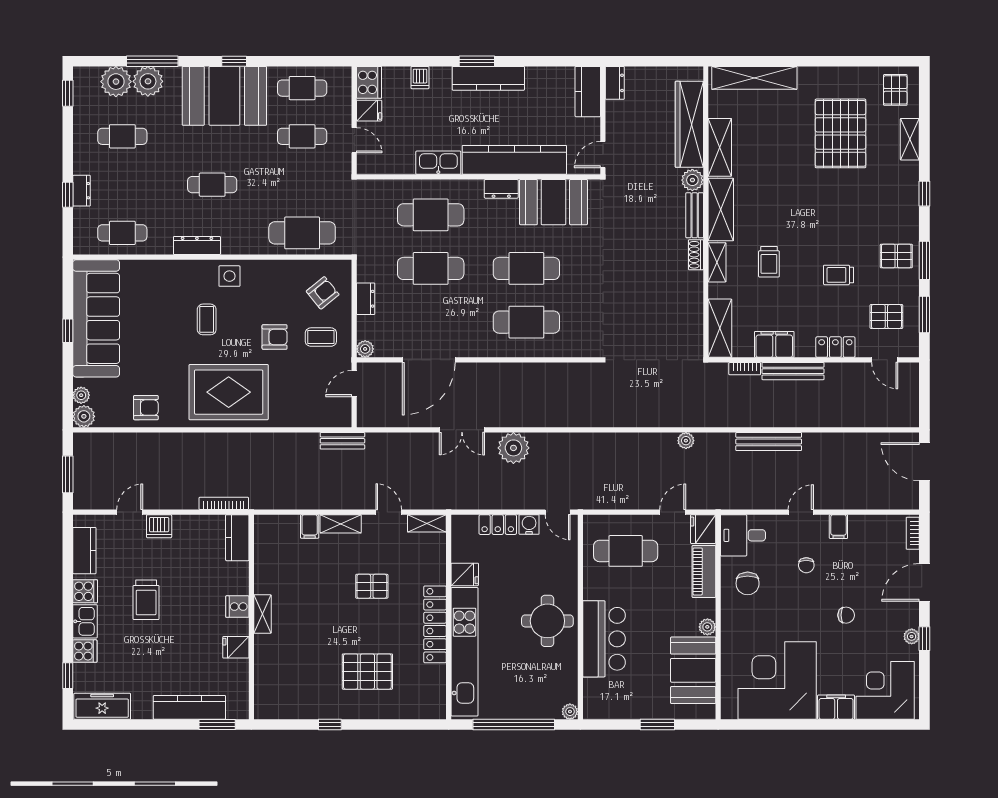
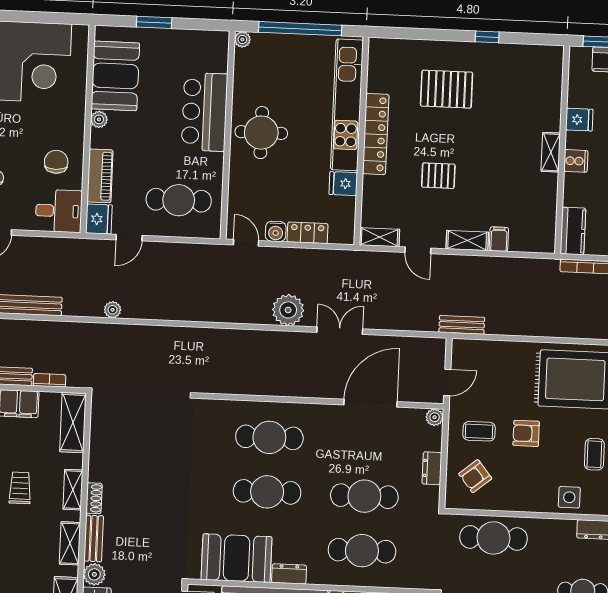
shelving: (721, 210) -> (70, 543), width x0.67, depth x0.75

